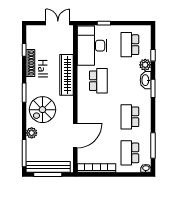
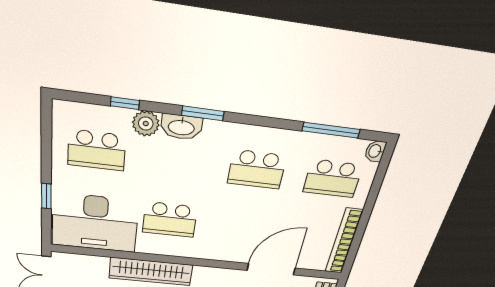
school desk: (98, 81) -> (170, 220), turned 180
door: (75, 136) -> (271, 269), hinge flipped

